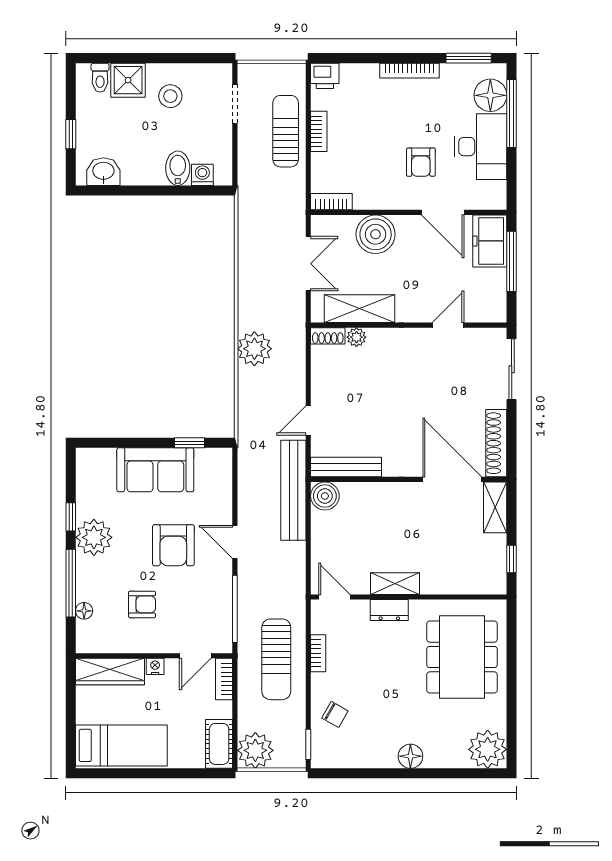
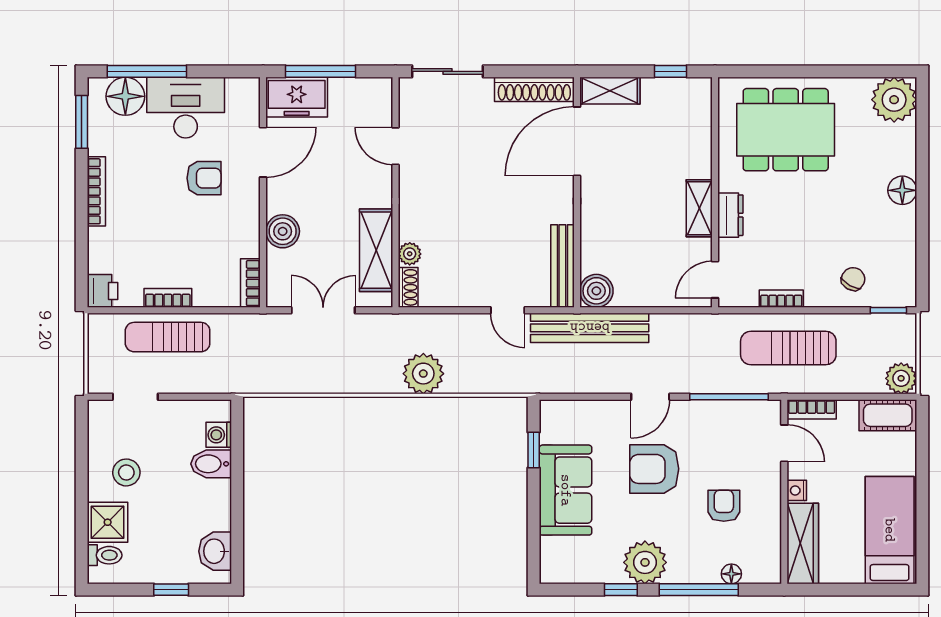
boiler: (376, 234) -> (283, 231), width x0.73, depth x0.73
armchair: (173, 545) -> (654, 469), turned 180
sun lounger: (276, 659) -> (788, 348), turned 180
plant: (255, 750) -> (901, 378), width x0.73, depth x0.73

